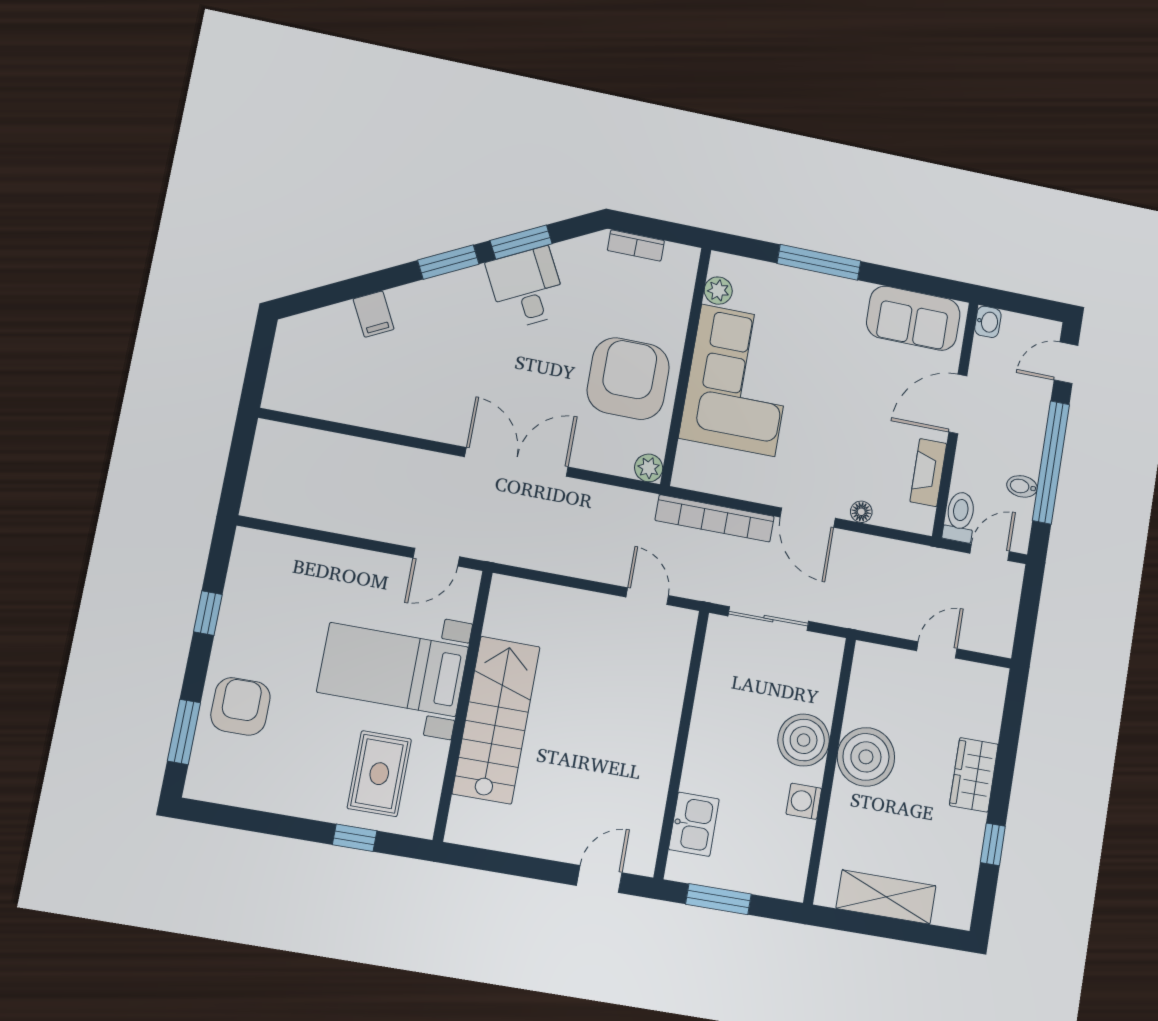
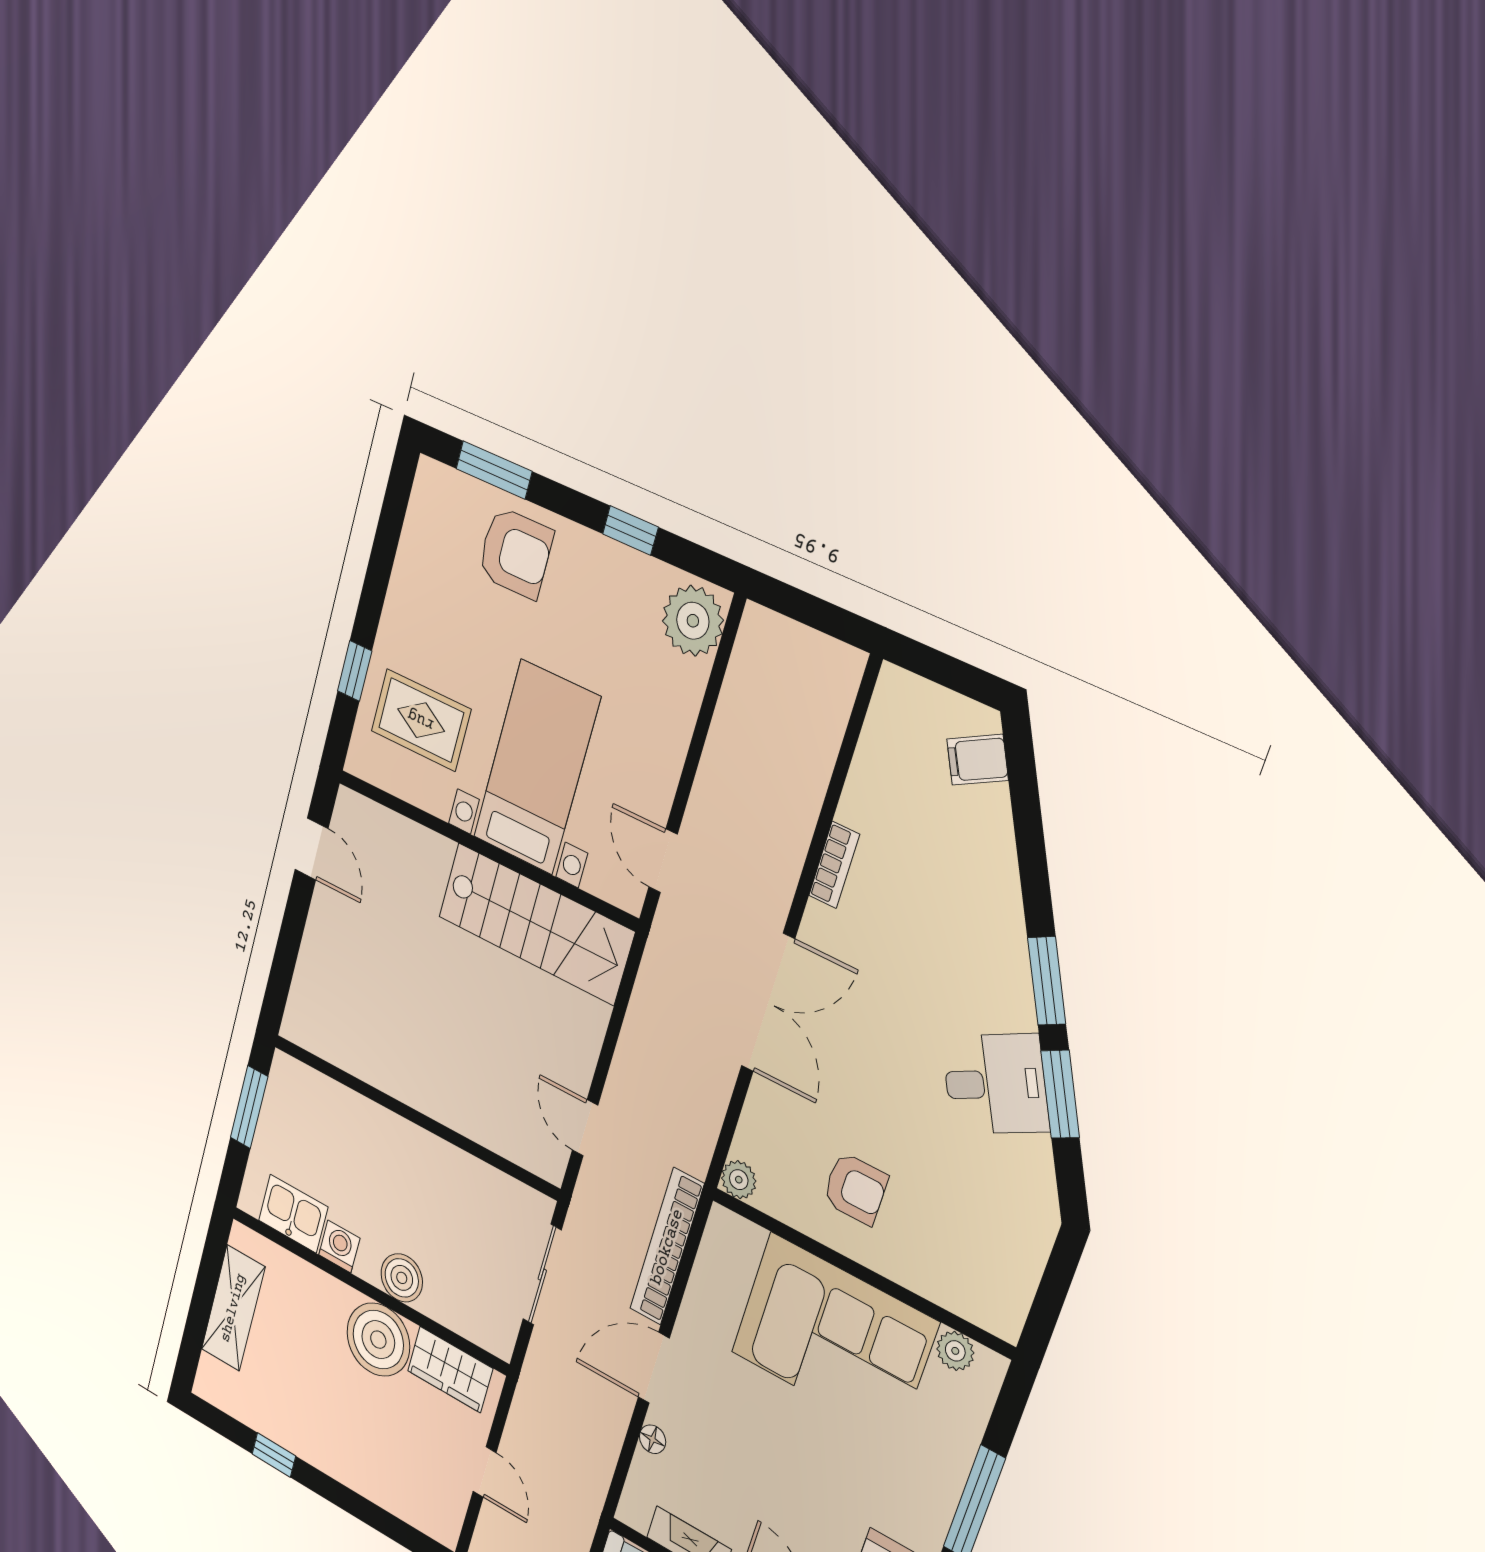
bookcase: (636, 245) -> (834, 865), moved, turned 180
filing cabinet: (374, 314) -> (978, 760), moved
armchair: (628, 379) -> (855, 1188), width x0.53, depth x0.53
plant: (262, 555) -> (693, 621), added
door: (647, 596) -> (585, 1128), swing flipped
stairs: (496, 720) -> (536, 924), moved
boiler: (804, 740) -> (402, 1278), width x0.73, depth x0.73
wardrobe: (974, 775) -> (450, 1370), moved, turned 180
kitchen sink: (694, 824) -> (293, 1214), moved, turned 180
door: (599, 879) -> (312, 849), moved

